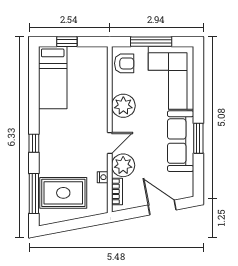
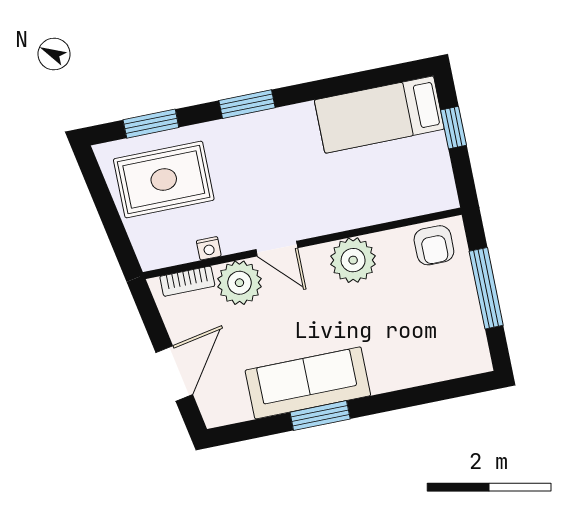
corner sofa: (171, 78) -> (425, 340), removed
window: (34, 143) -> (247, 104), width x1.50
rug: (63, 193) -> (164, 179), turned 90
window: (34, 194) -> (151, 124), width x0.69

